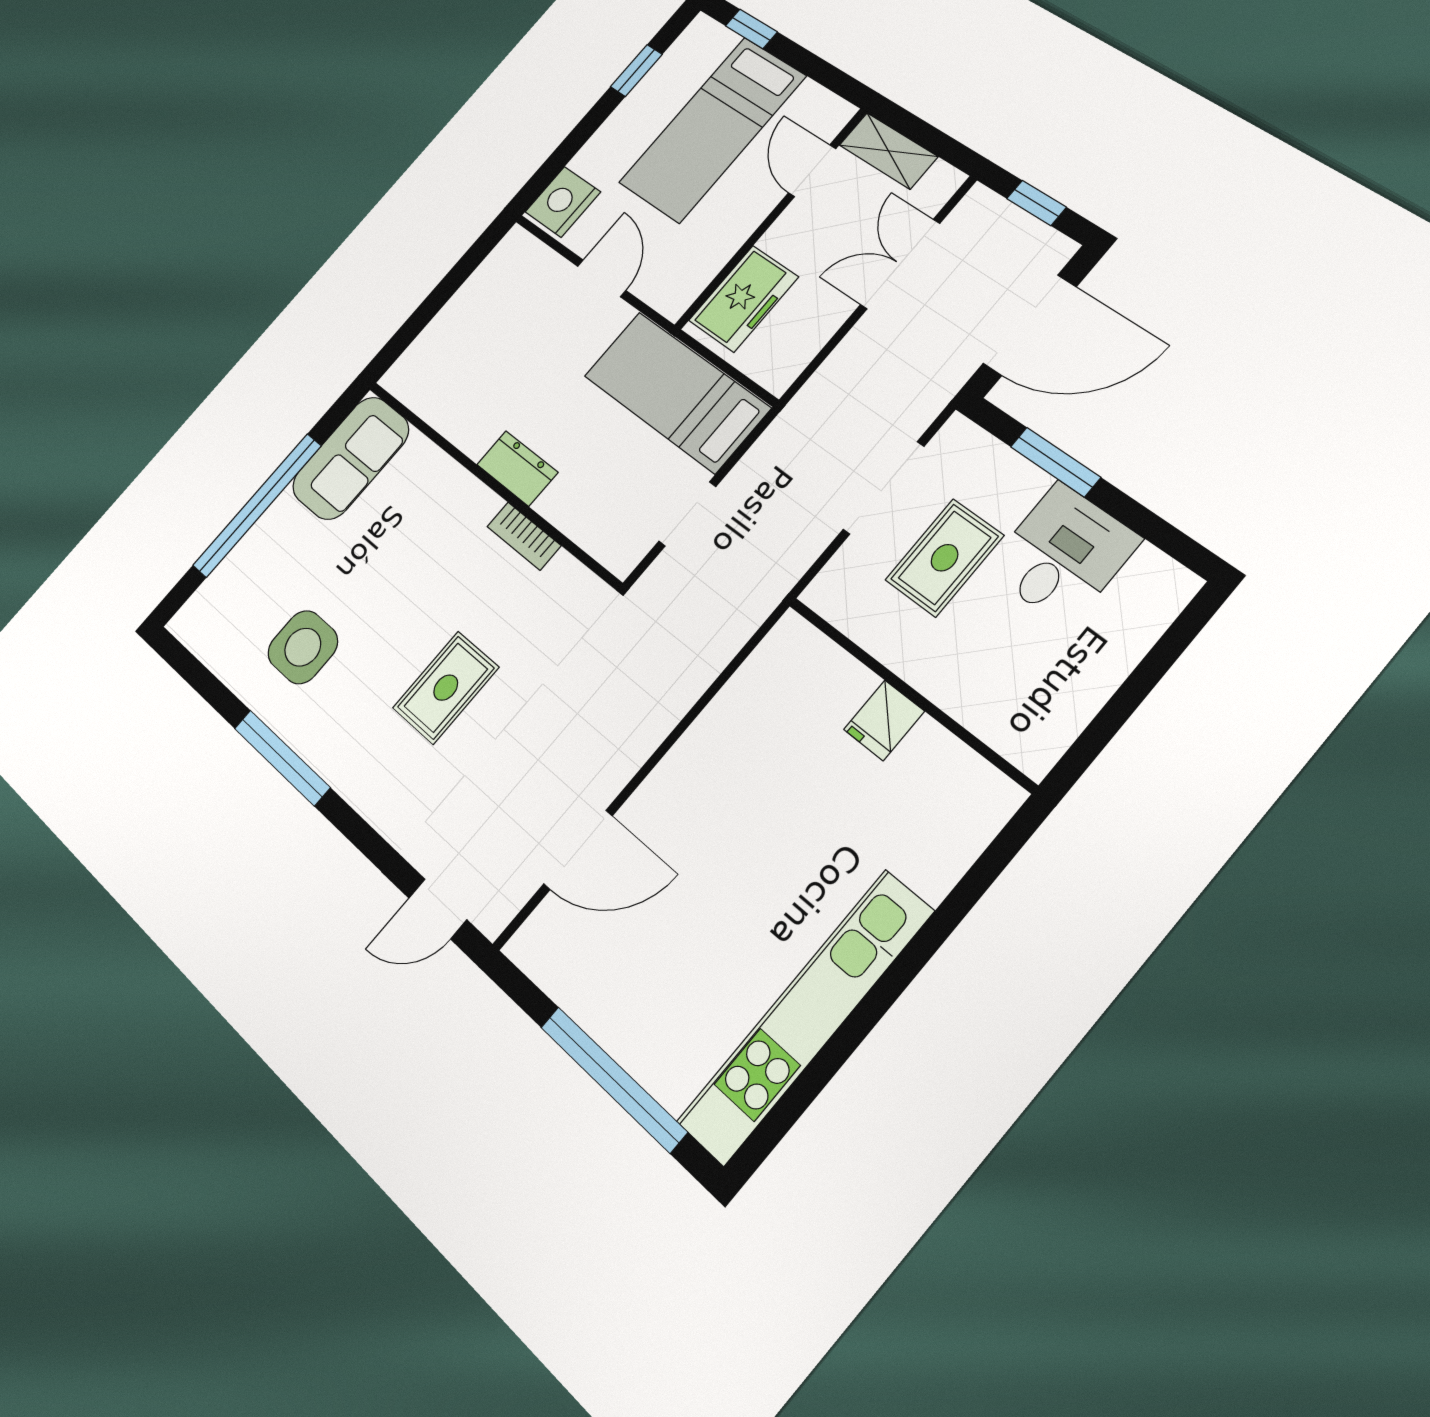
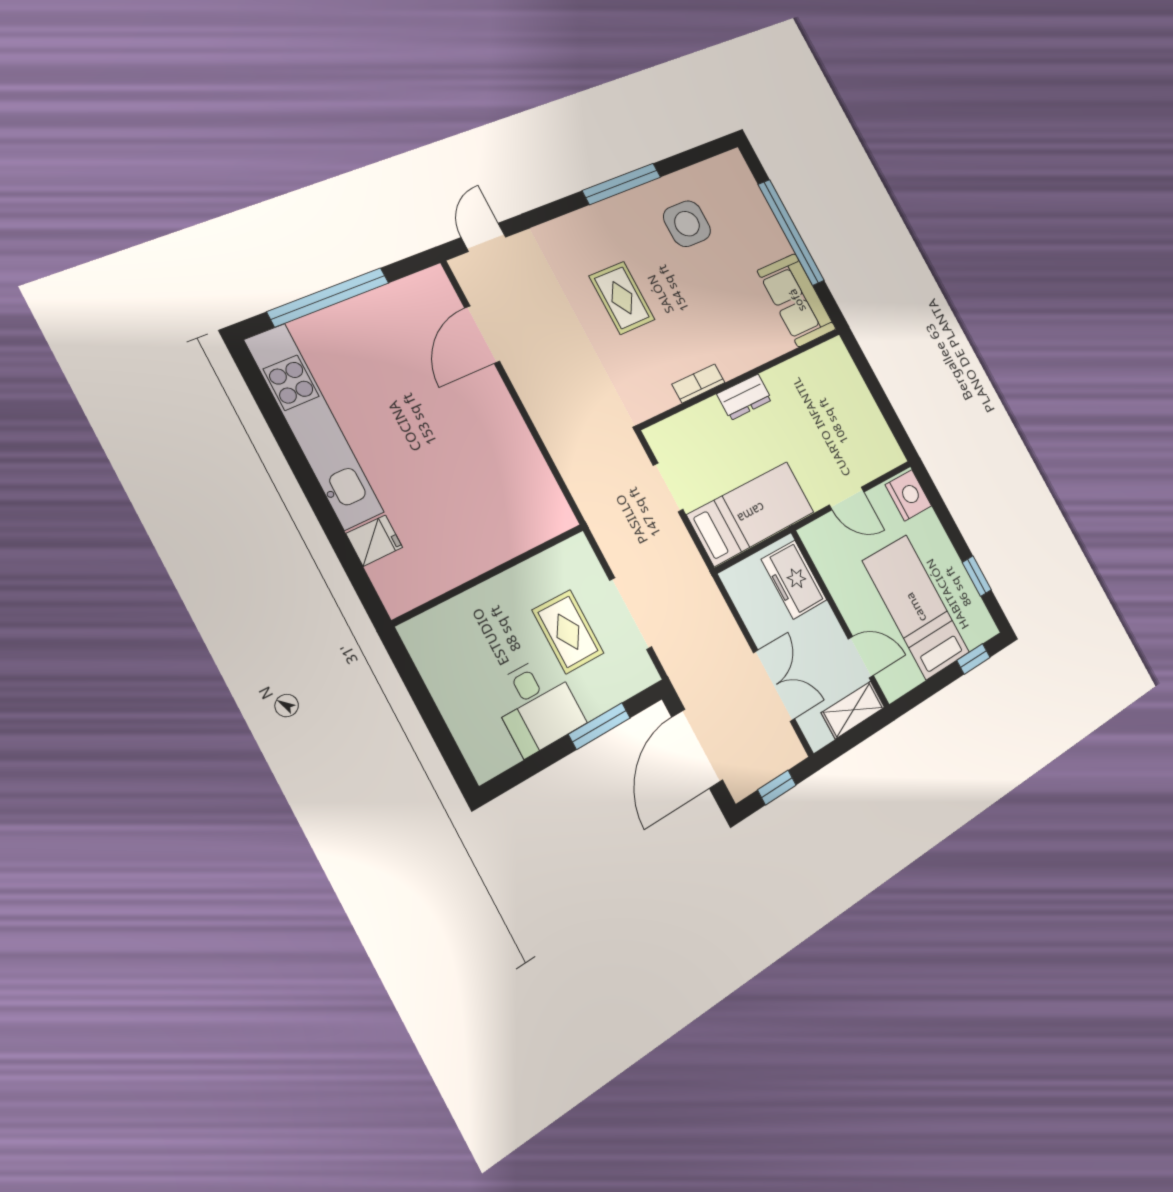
fridge: (884, 720) -> (374, 541), moved, turned 90

